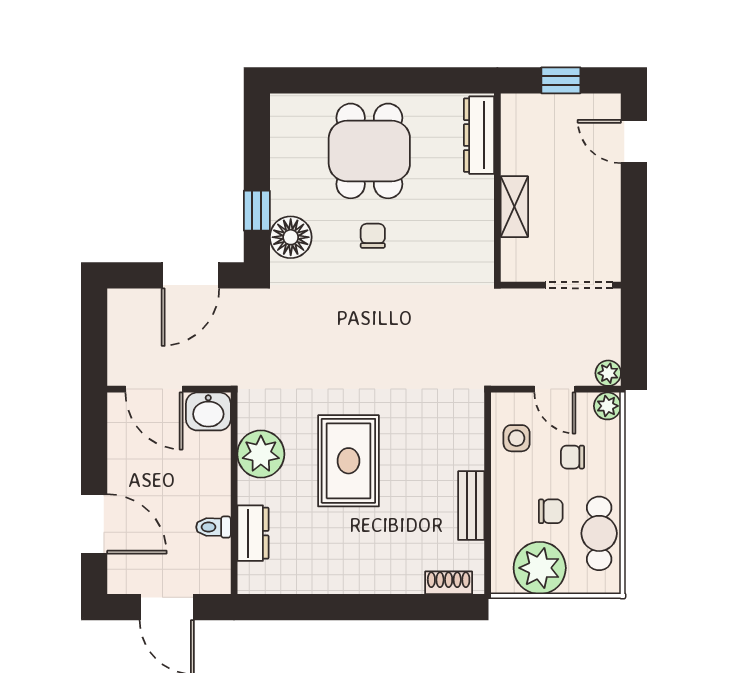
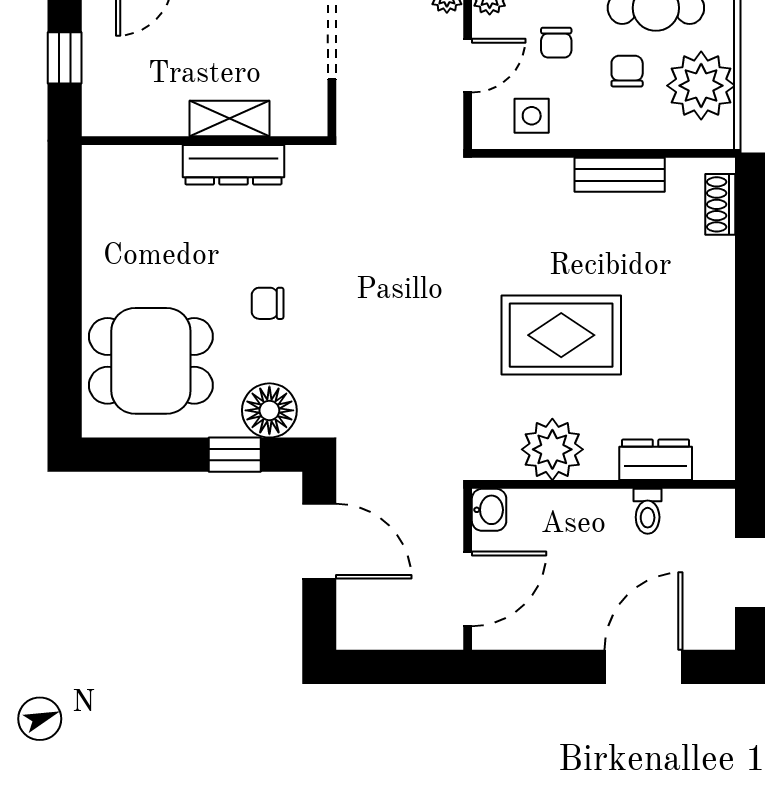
dresser: (479, 135) -> (233, 165), moved
dining table: (369, 151) -> (151, 361), moved
washbasin: (208, 411) -> (489, 510), width x0.72, depth x0.69

